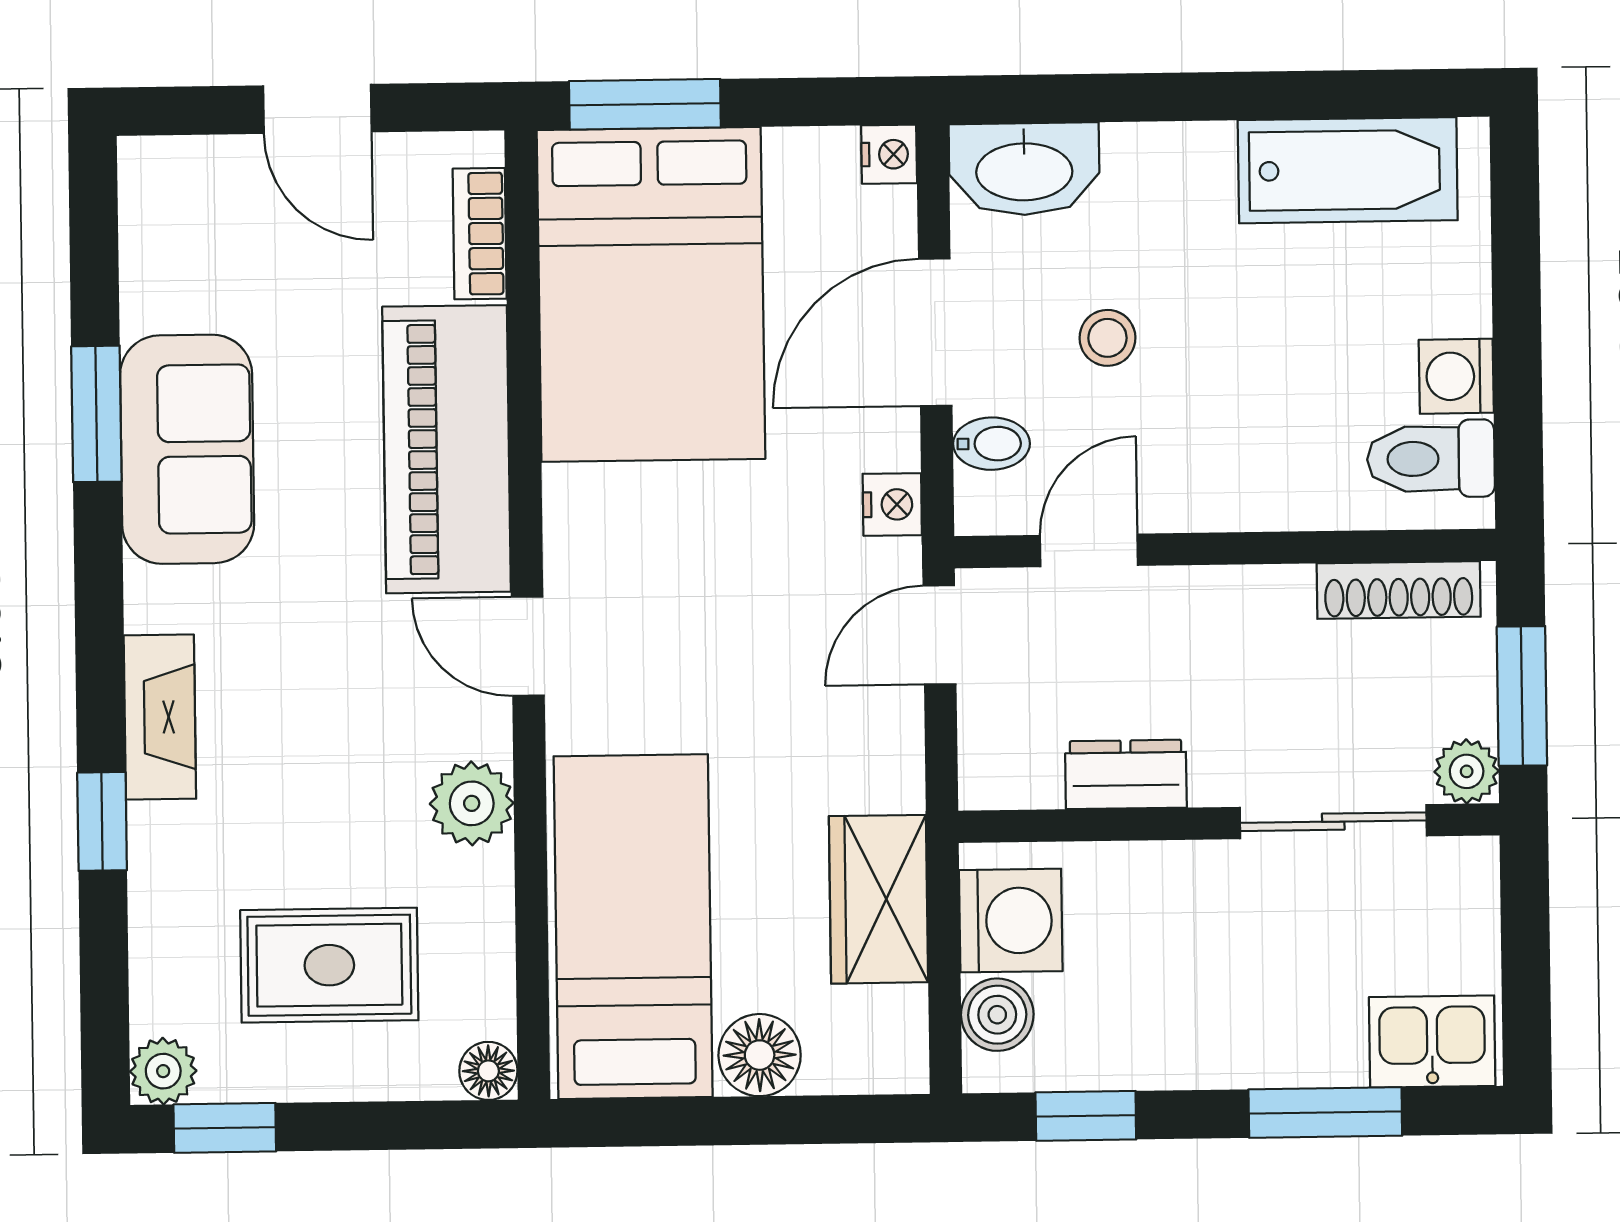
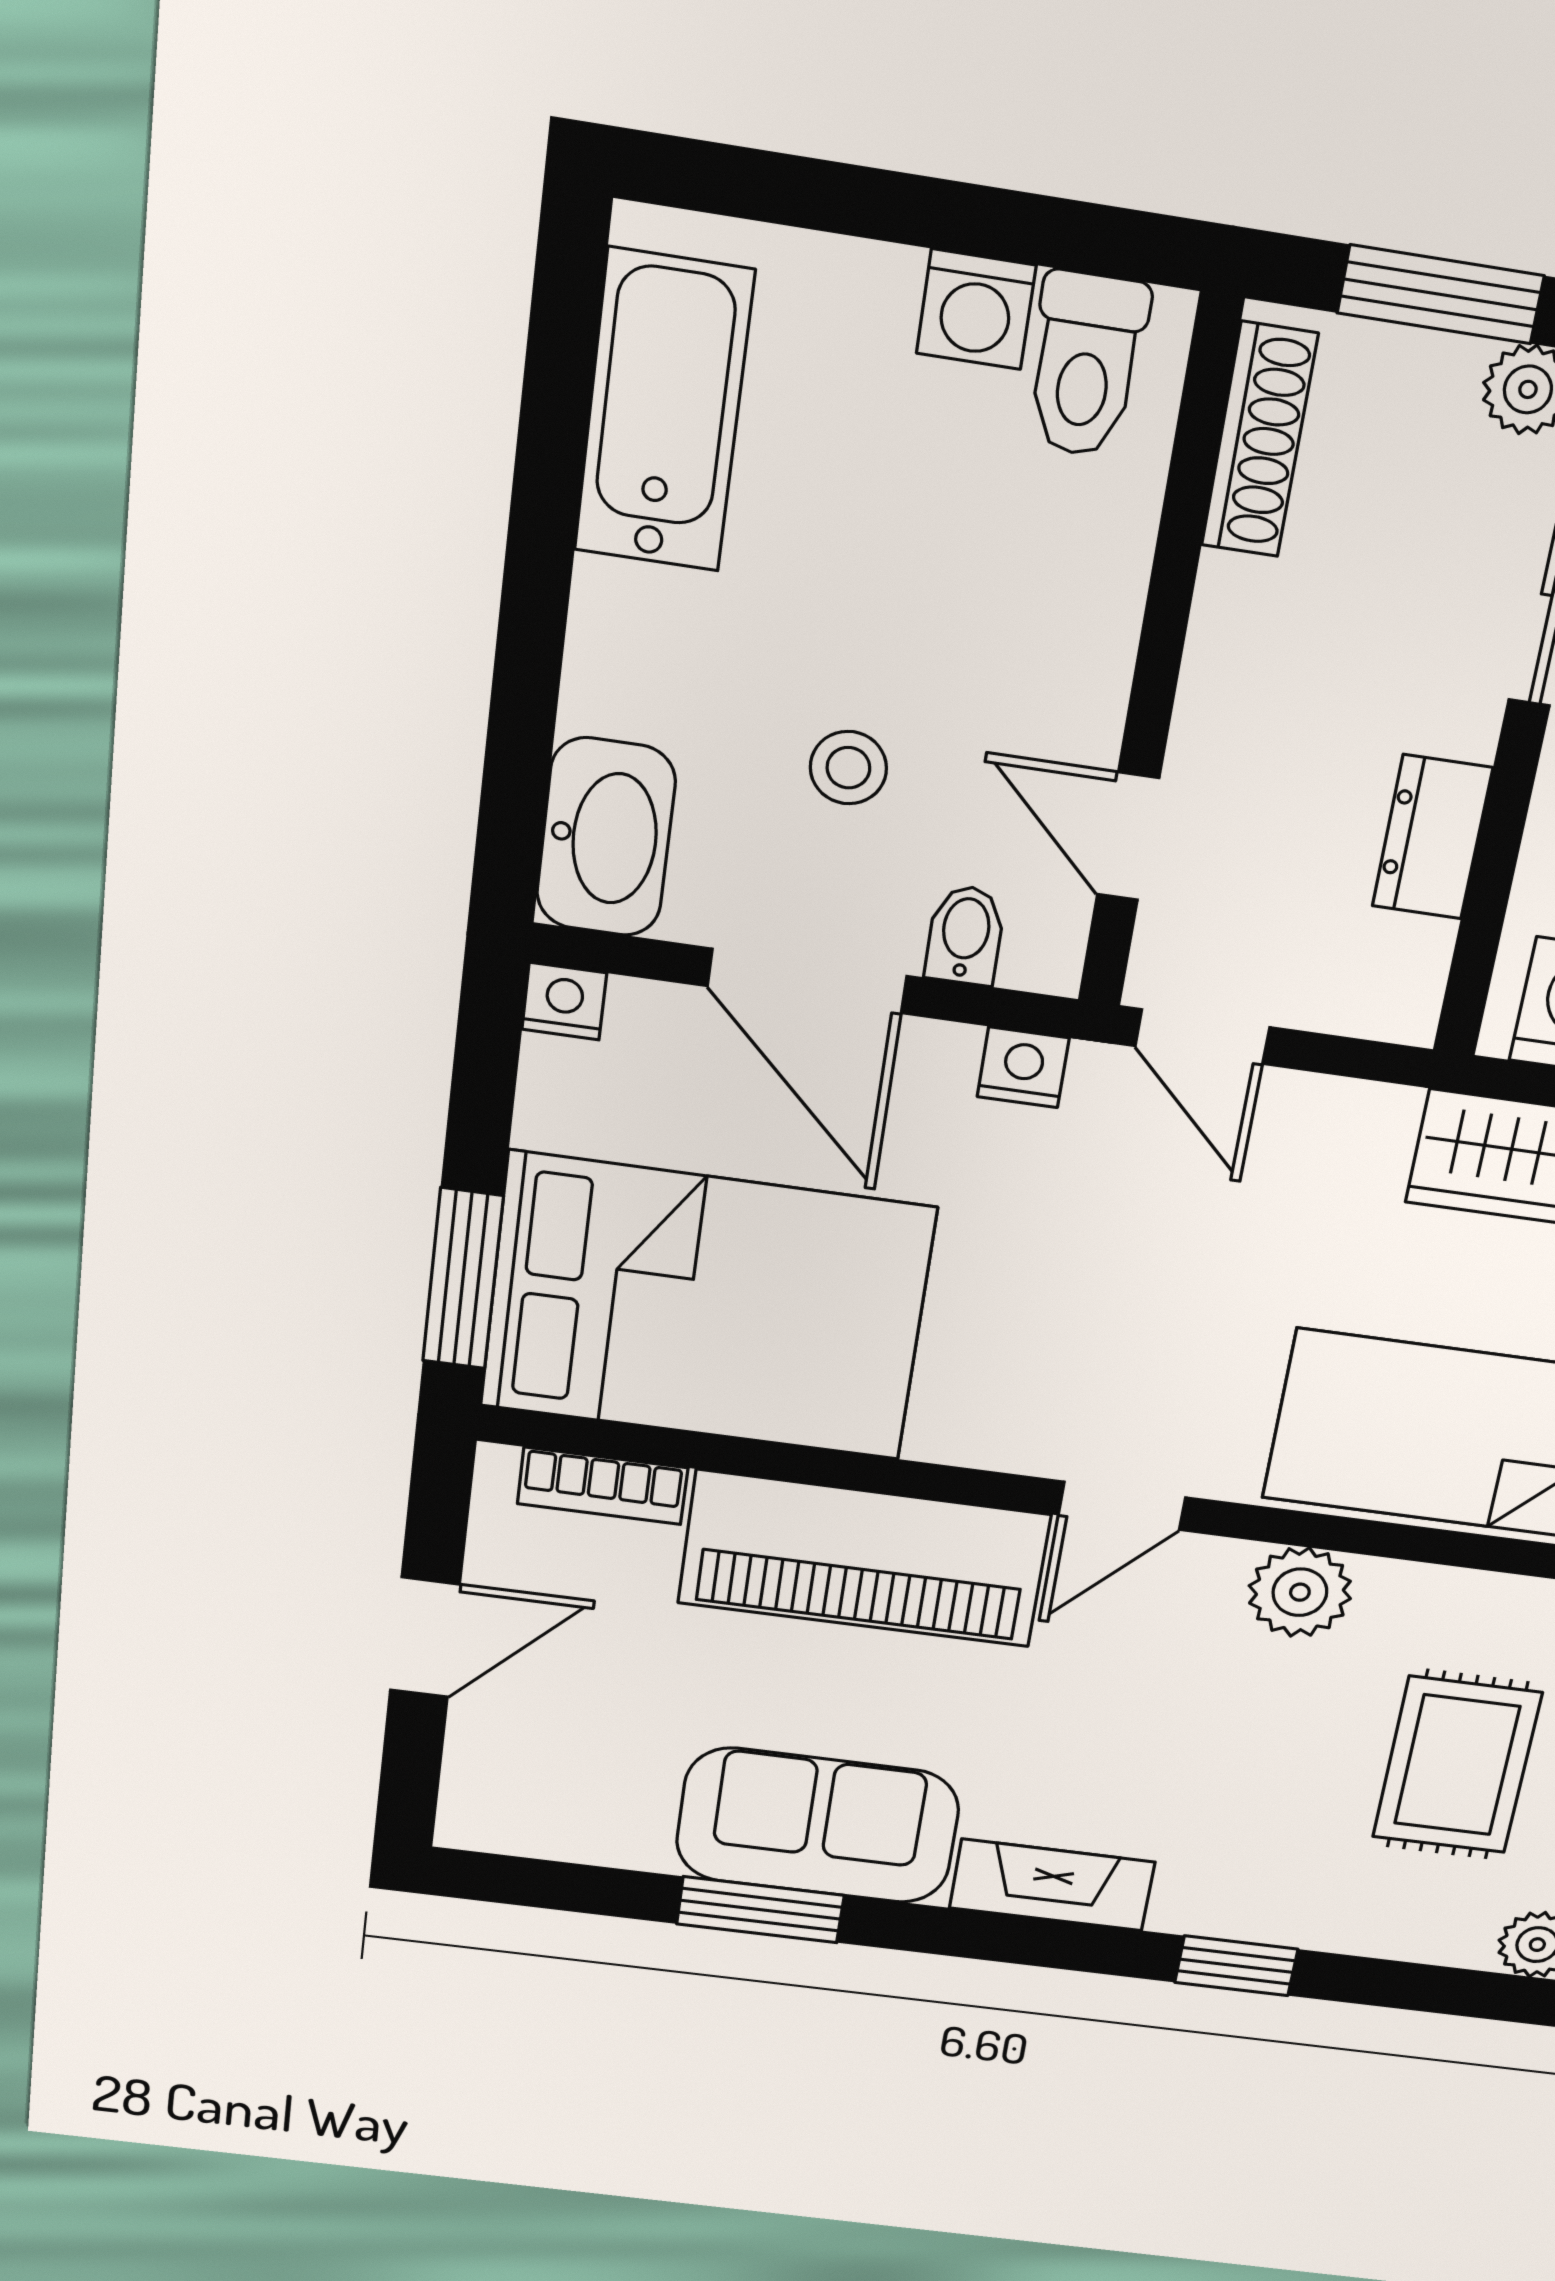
fireplace: (160, 717) -> (1052, 1885), moved

